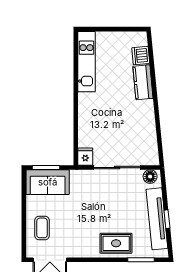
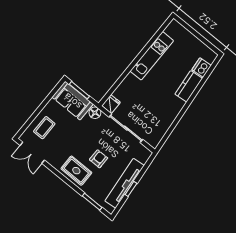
kitchen unit: (86, 62) -> (152, 56), moved
floor lamp: (150, 177) -> (95, 113), moved
armchair: (115, 216) -> (99, 159), added
rug: (116, 243) -> (76, 171), moved

